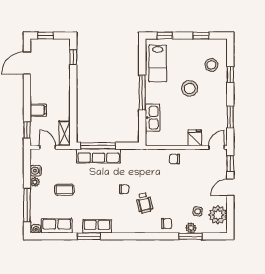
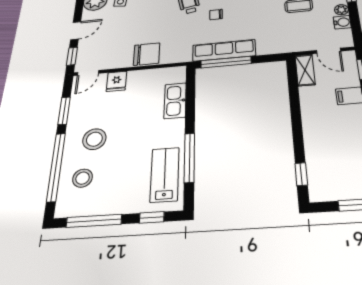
window: (201, 36) -> (94, 221), width x2.17
window: (230, 74) -> (56, 167), width x3.17
stool: (190, 88) -> (94, 139), moved
window: (142, 93) -> (189, 158), moved
window: (98, 146) -> (226, 62), moved
row of seats: (98, 156) -> (224, 50), moved
chair: (174, 159) -> (147, 54), width x1.87, depth x1.87

